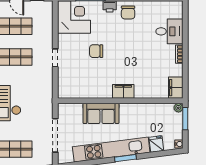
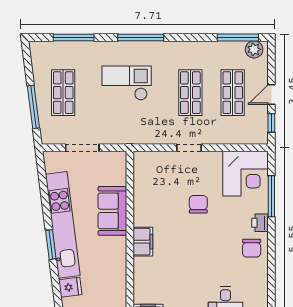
chair: (128, 12) -> (252, 248), turned -90
doorway: (55, 135) -> (82, 148), width x0.73

